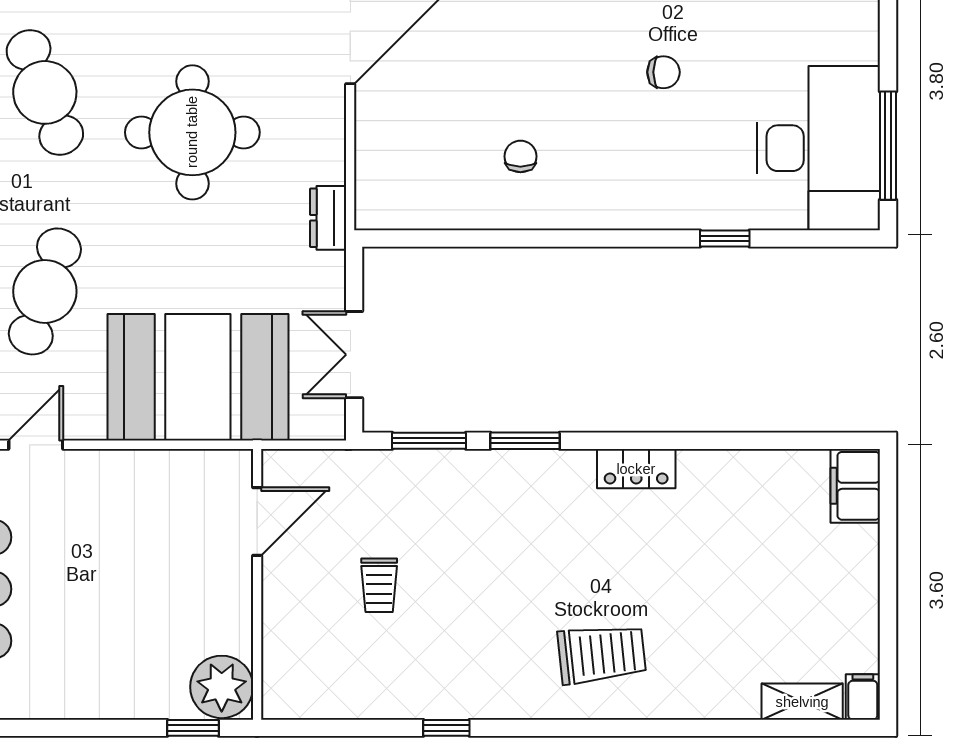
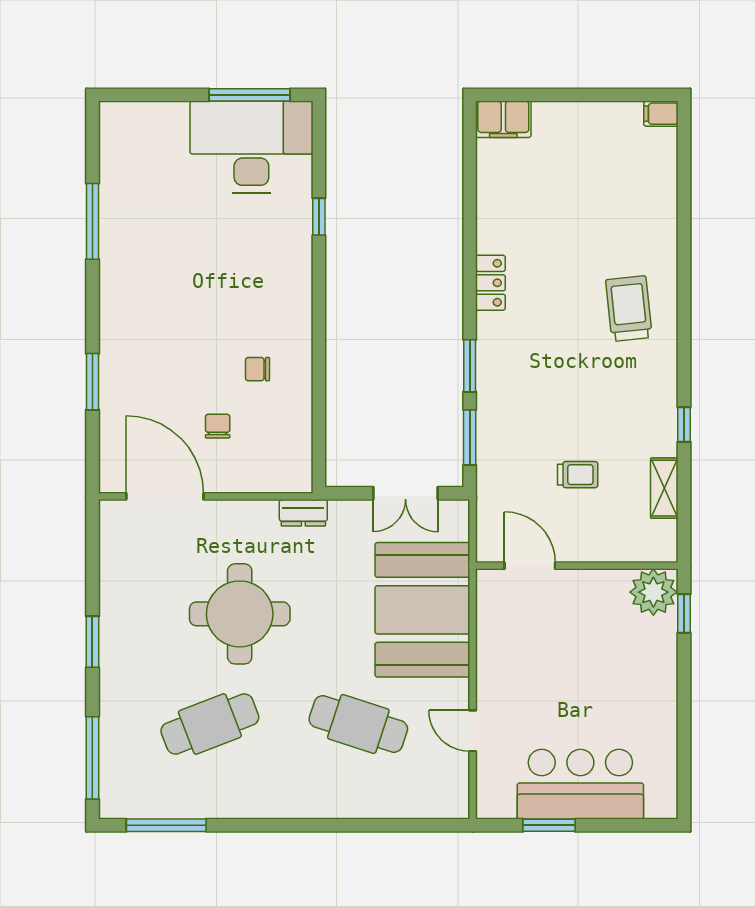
chair: (663, 72) -> (218, 426), moved
shelving: (802, 702) -> (664, 488), moved

